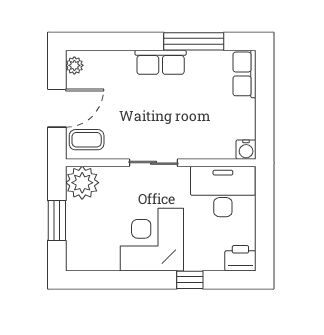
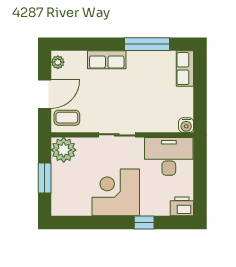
row of seats: (161, 62) -> (107, 60), moved

